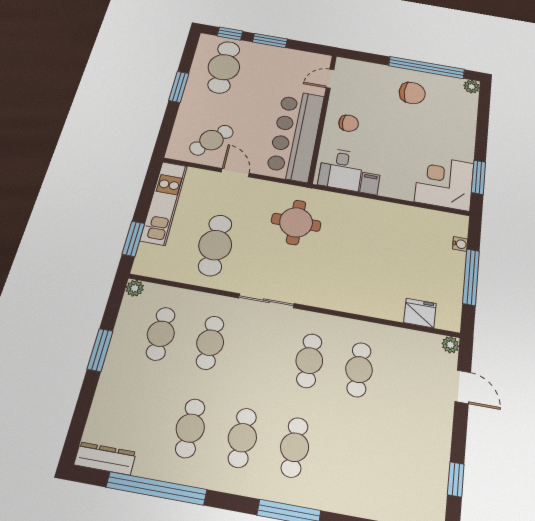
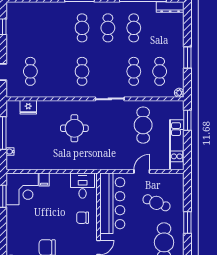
cafe table: (211, 140) -> (156, 203), moved, turned 68
door: (235, 173) -> (142, 171), swing flipped
filing cabinet: (370, 184) -> (44, 179), moved
round table: (296, 222) -> (74, 128), moved
plant: (450, 345) -> (11, 93), removed
cafe table: (359, 370) -> (30, 71), moved

